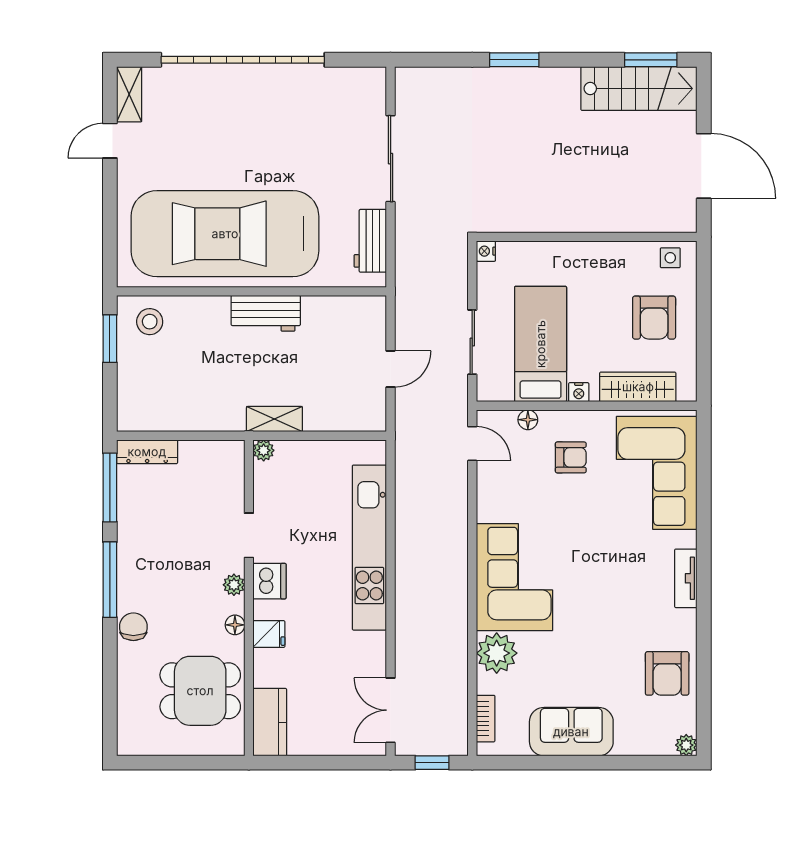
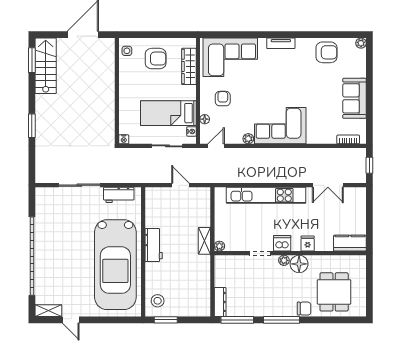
nightstand: (579, 392) -> (191, 131), moved
floor lamp: (235, 625) -> (299, 264), width x1.89, depth x1.89
chair: (133, 627) -> (304, 309), turned 180
plant: (497, 653) -> (248, 139), moved, width x0.53, depth x0.53
dining table: (200, 691) -> (334, 292), moved
double door: (391, 710) -> (328, 185), moved

